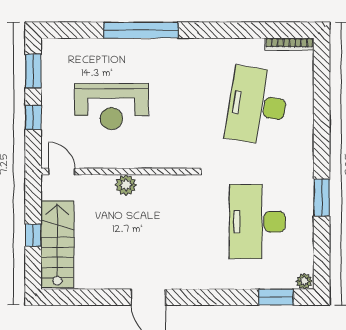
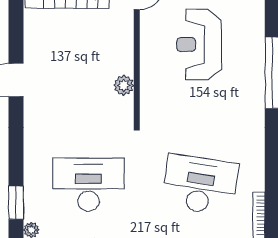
plant: (126, 185) -> (124, 85), moved

